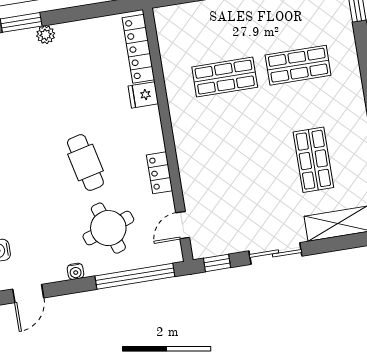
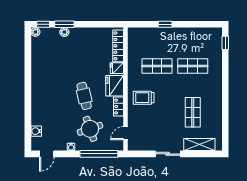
plant: (46, 35) -> (64, 32), moved
fridge: (145, 132) -> (115, 86), added
trolley: (208, 146) -> (144, 98), added
window: (217, 263) -> (139, 154), removed

